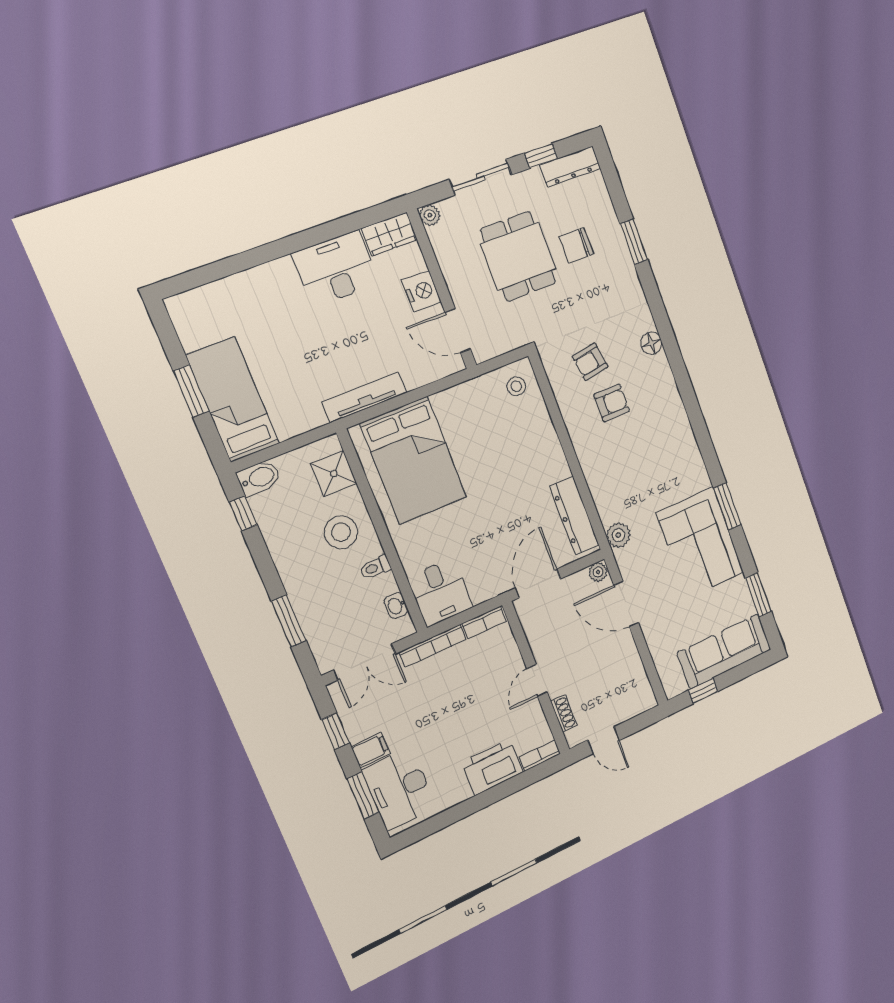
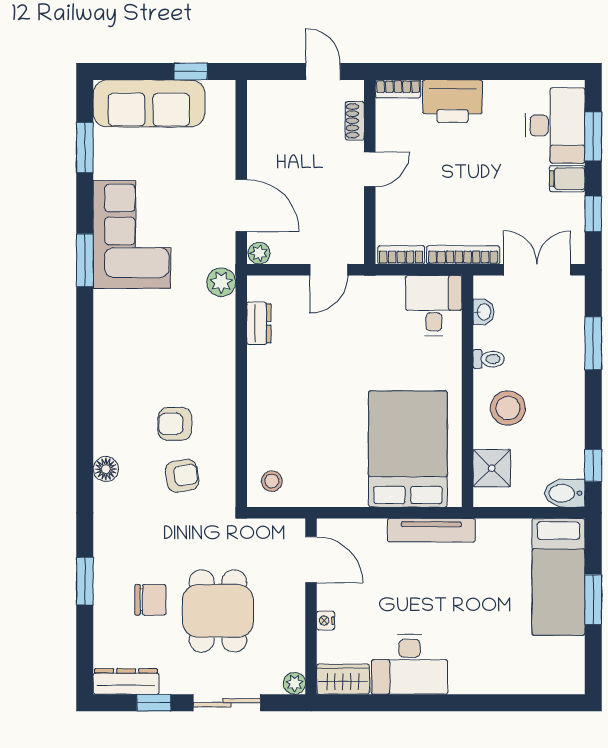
nightstand: (422, 291) -> (326, 621), width x0.53, depth x0.56
dresser: (574, 516) -> (259, 323), width x0.51, depth x0.80
door: (538, 583) -> (329, 270), width x0.73

